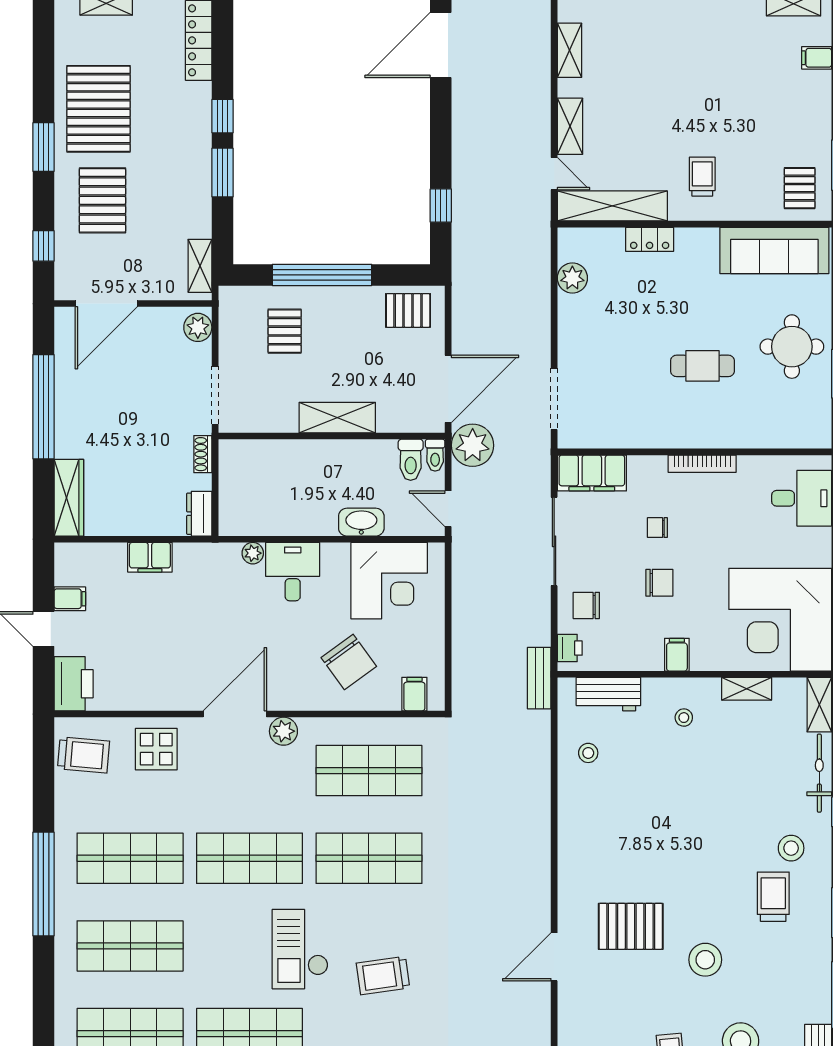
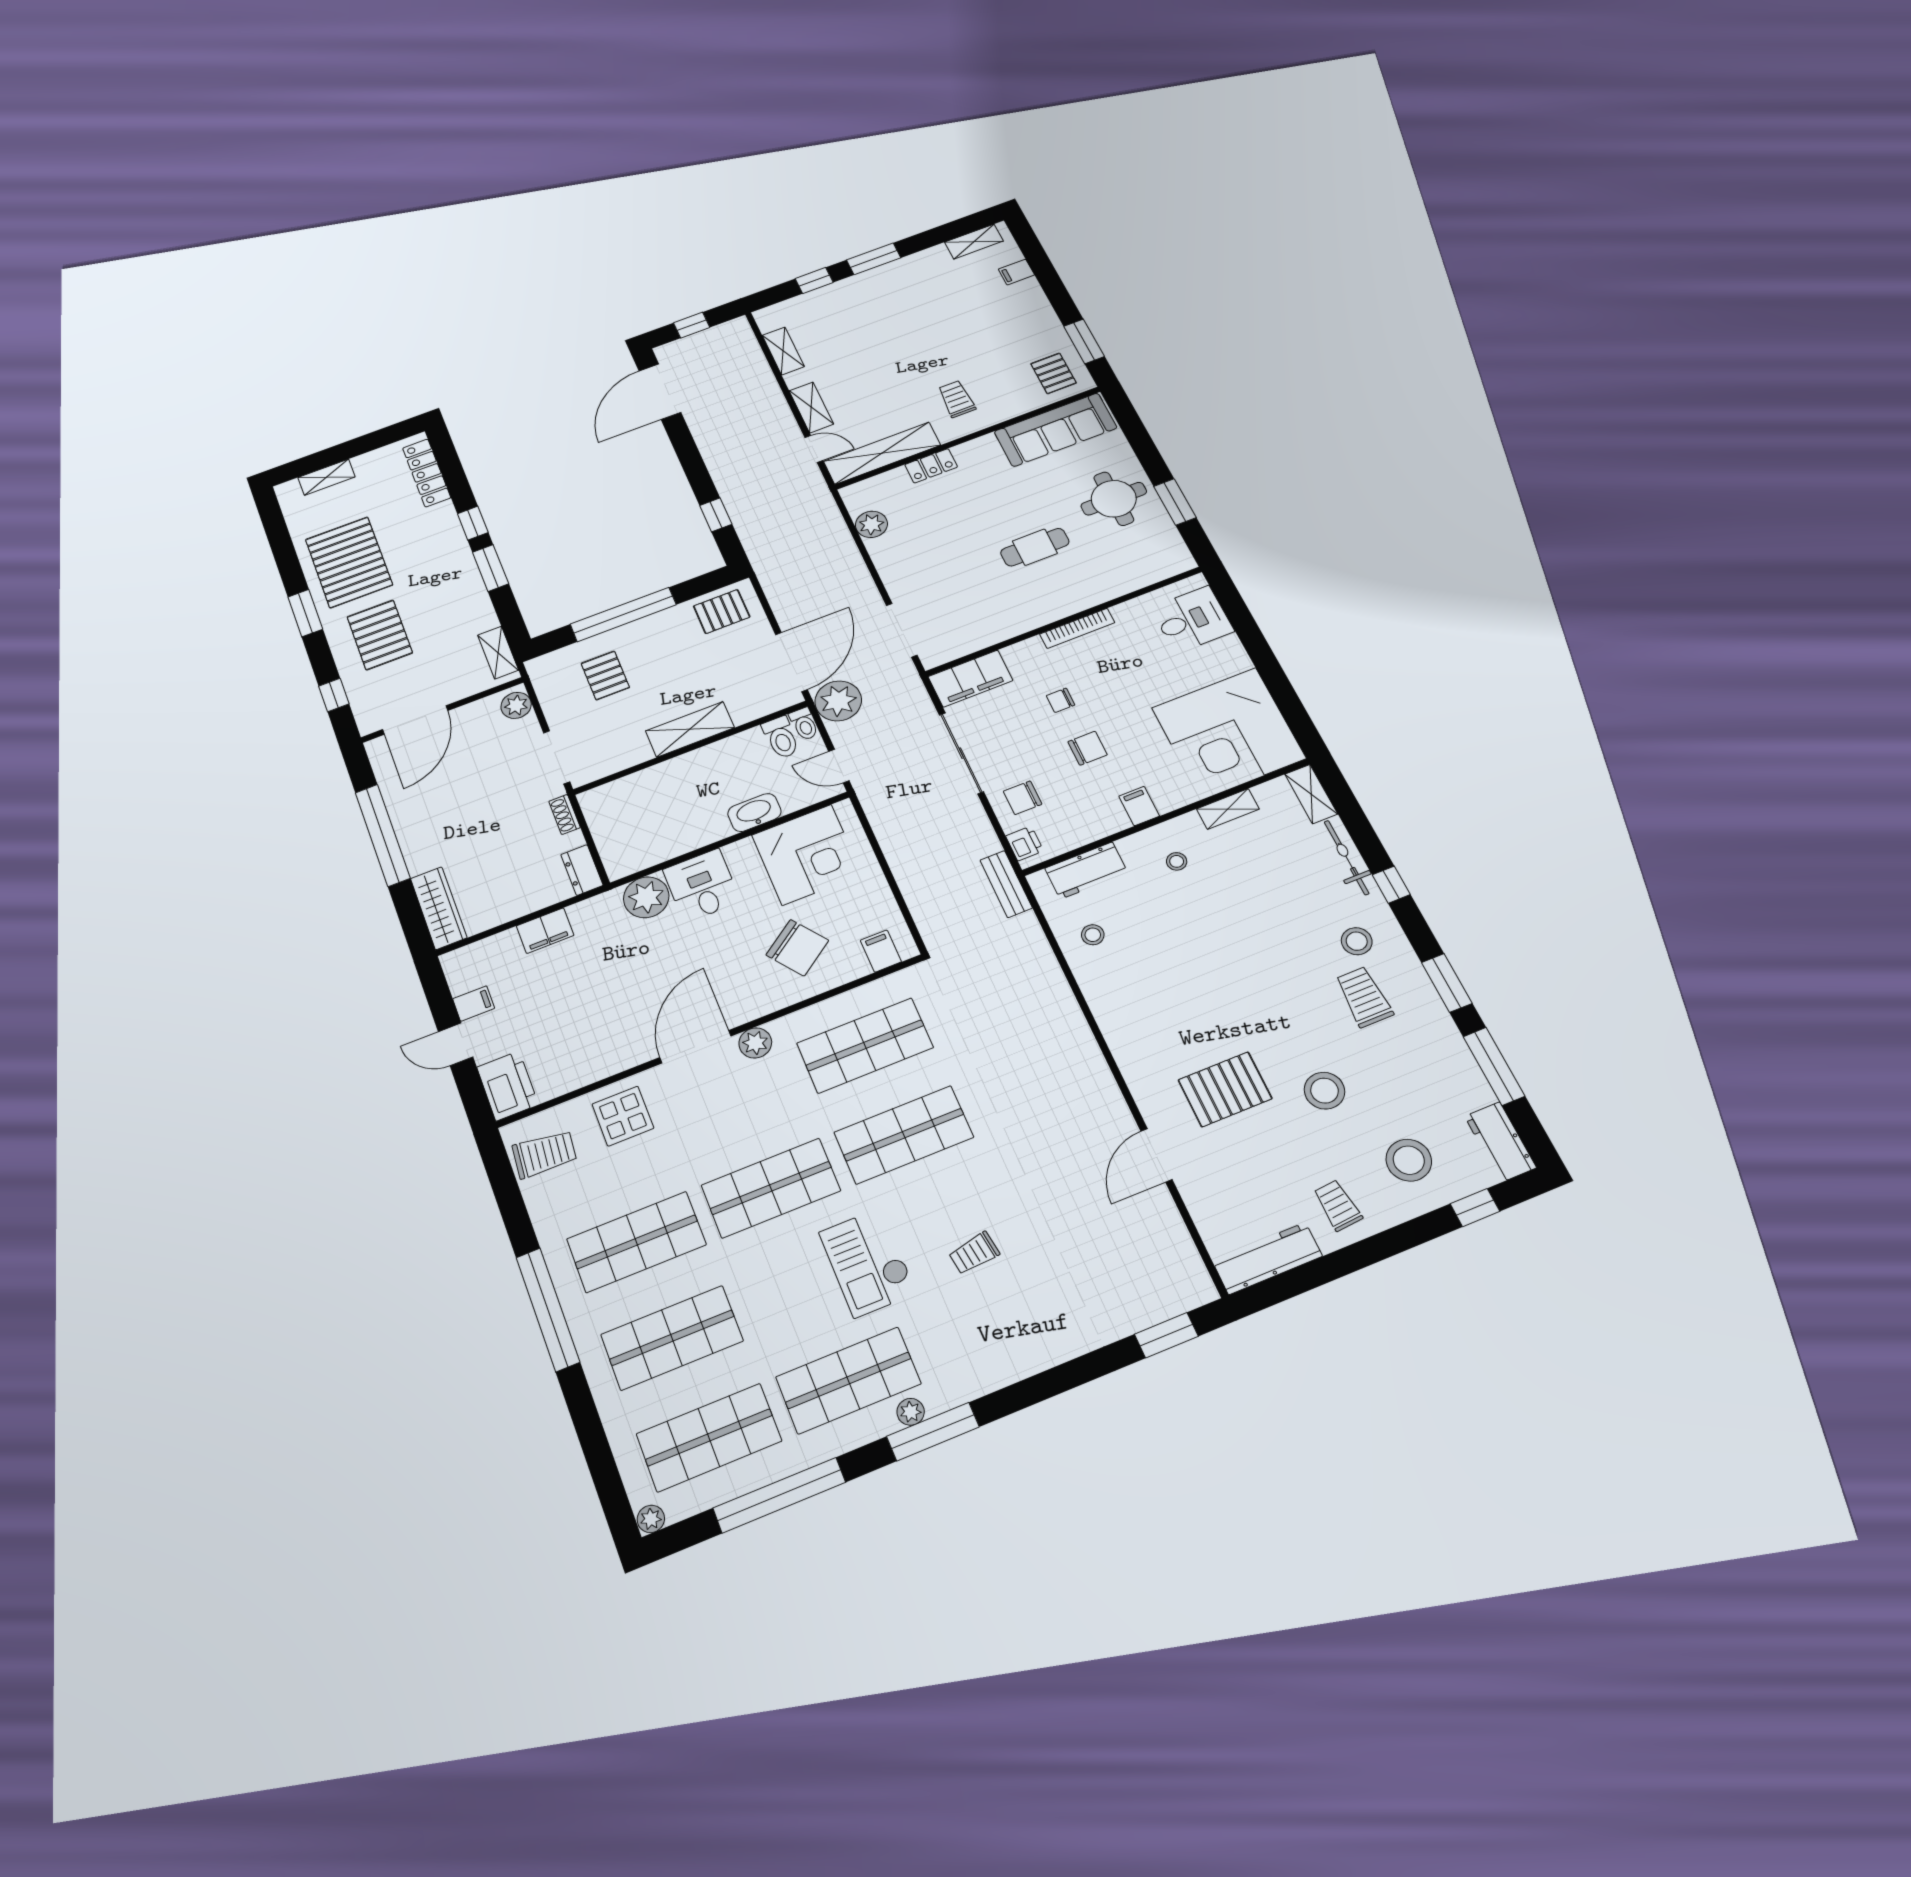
plant: (253, 553) -> (646, 897), width x1.87, depth x1.87
trolley: (383, 976) -> (974, 1253), width x0.73, depth x0.72

